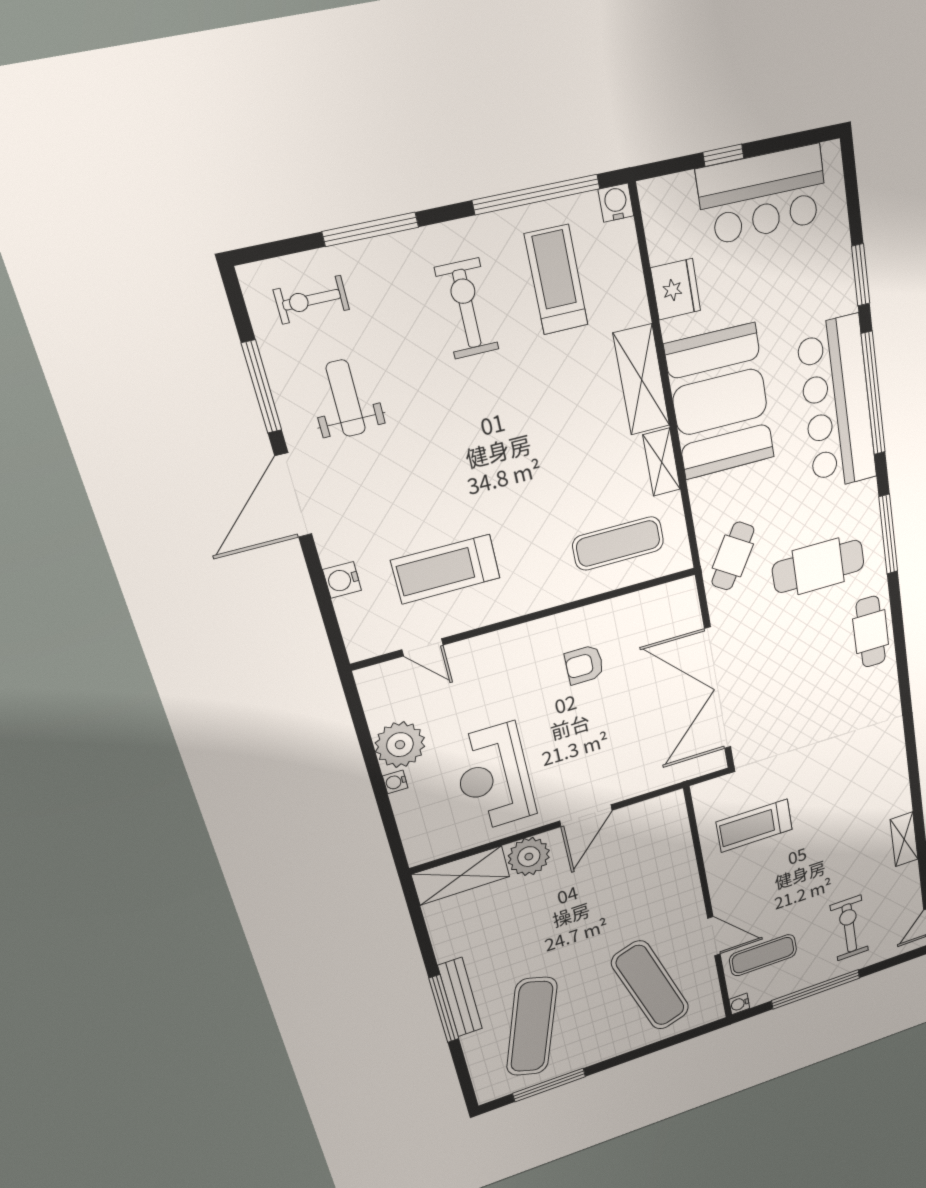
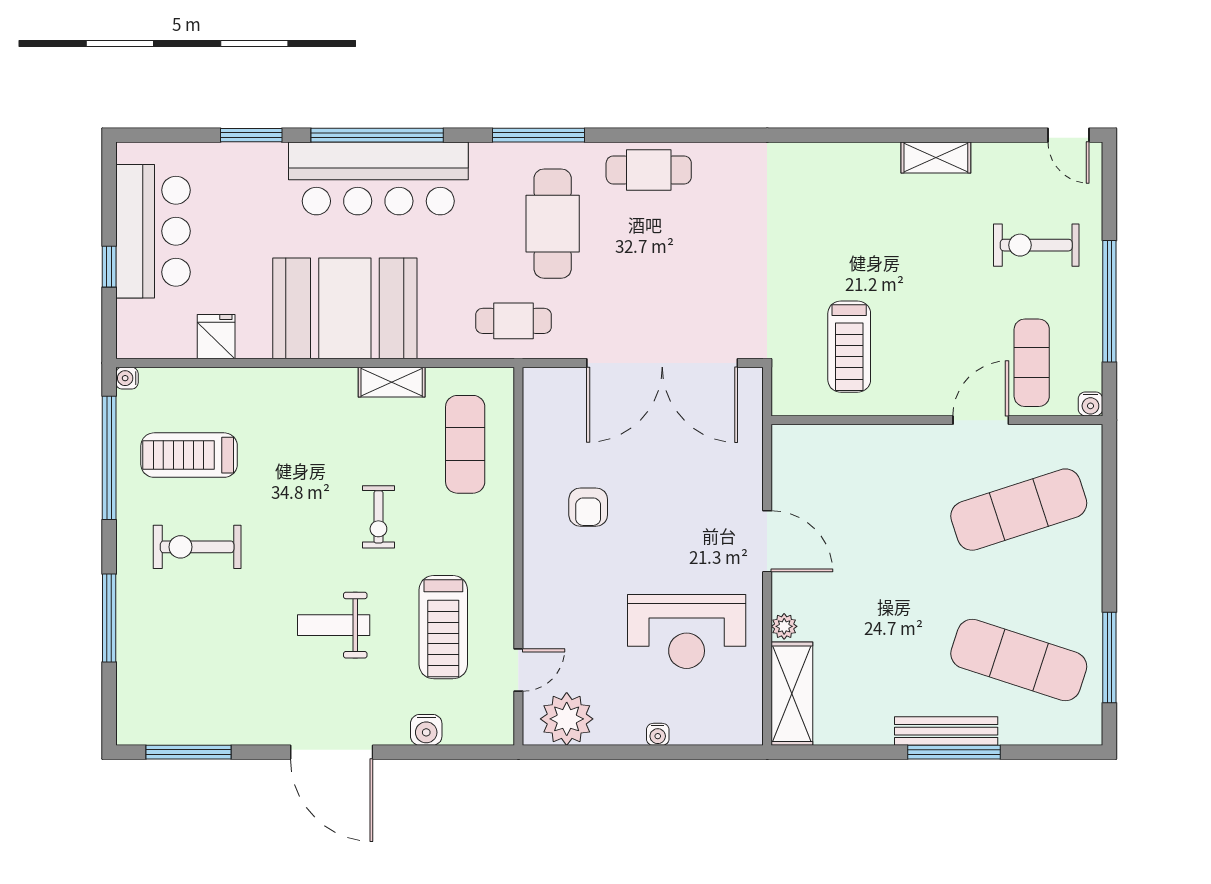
water cooler: (616, 203) -> (127, 378), width x0.72, depth x0.72
fridge: (676, 289) -> (216, 337), width x0.72
exercise bike: (312, 300) -> (378, 517), moved
shelving: (641, 380) -> (303, 388), removed
window: (262, 387) -> (188, 752), moved
weight bench: (346, 398) -> (334, 625), moved
cafe table: (733, 556) -> (513, 321), turned -32
plant: (400, 745) -> (567, 719), moved
plant: (529, 857) -> (784, 626), width x0.53, depth x0.53

